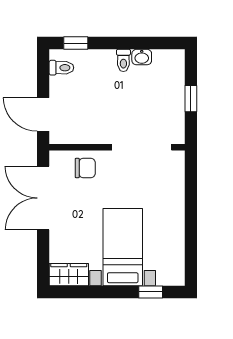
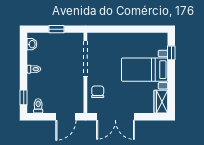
washbasin: (142, 57) -> (32, 44), moved

